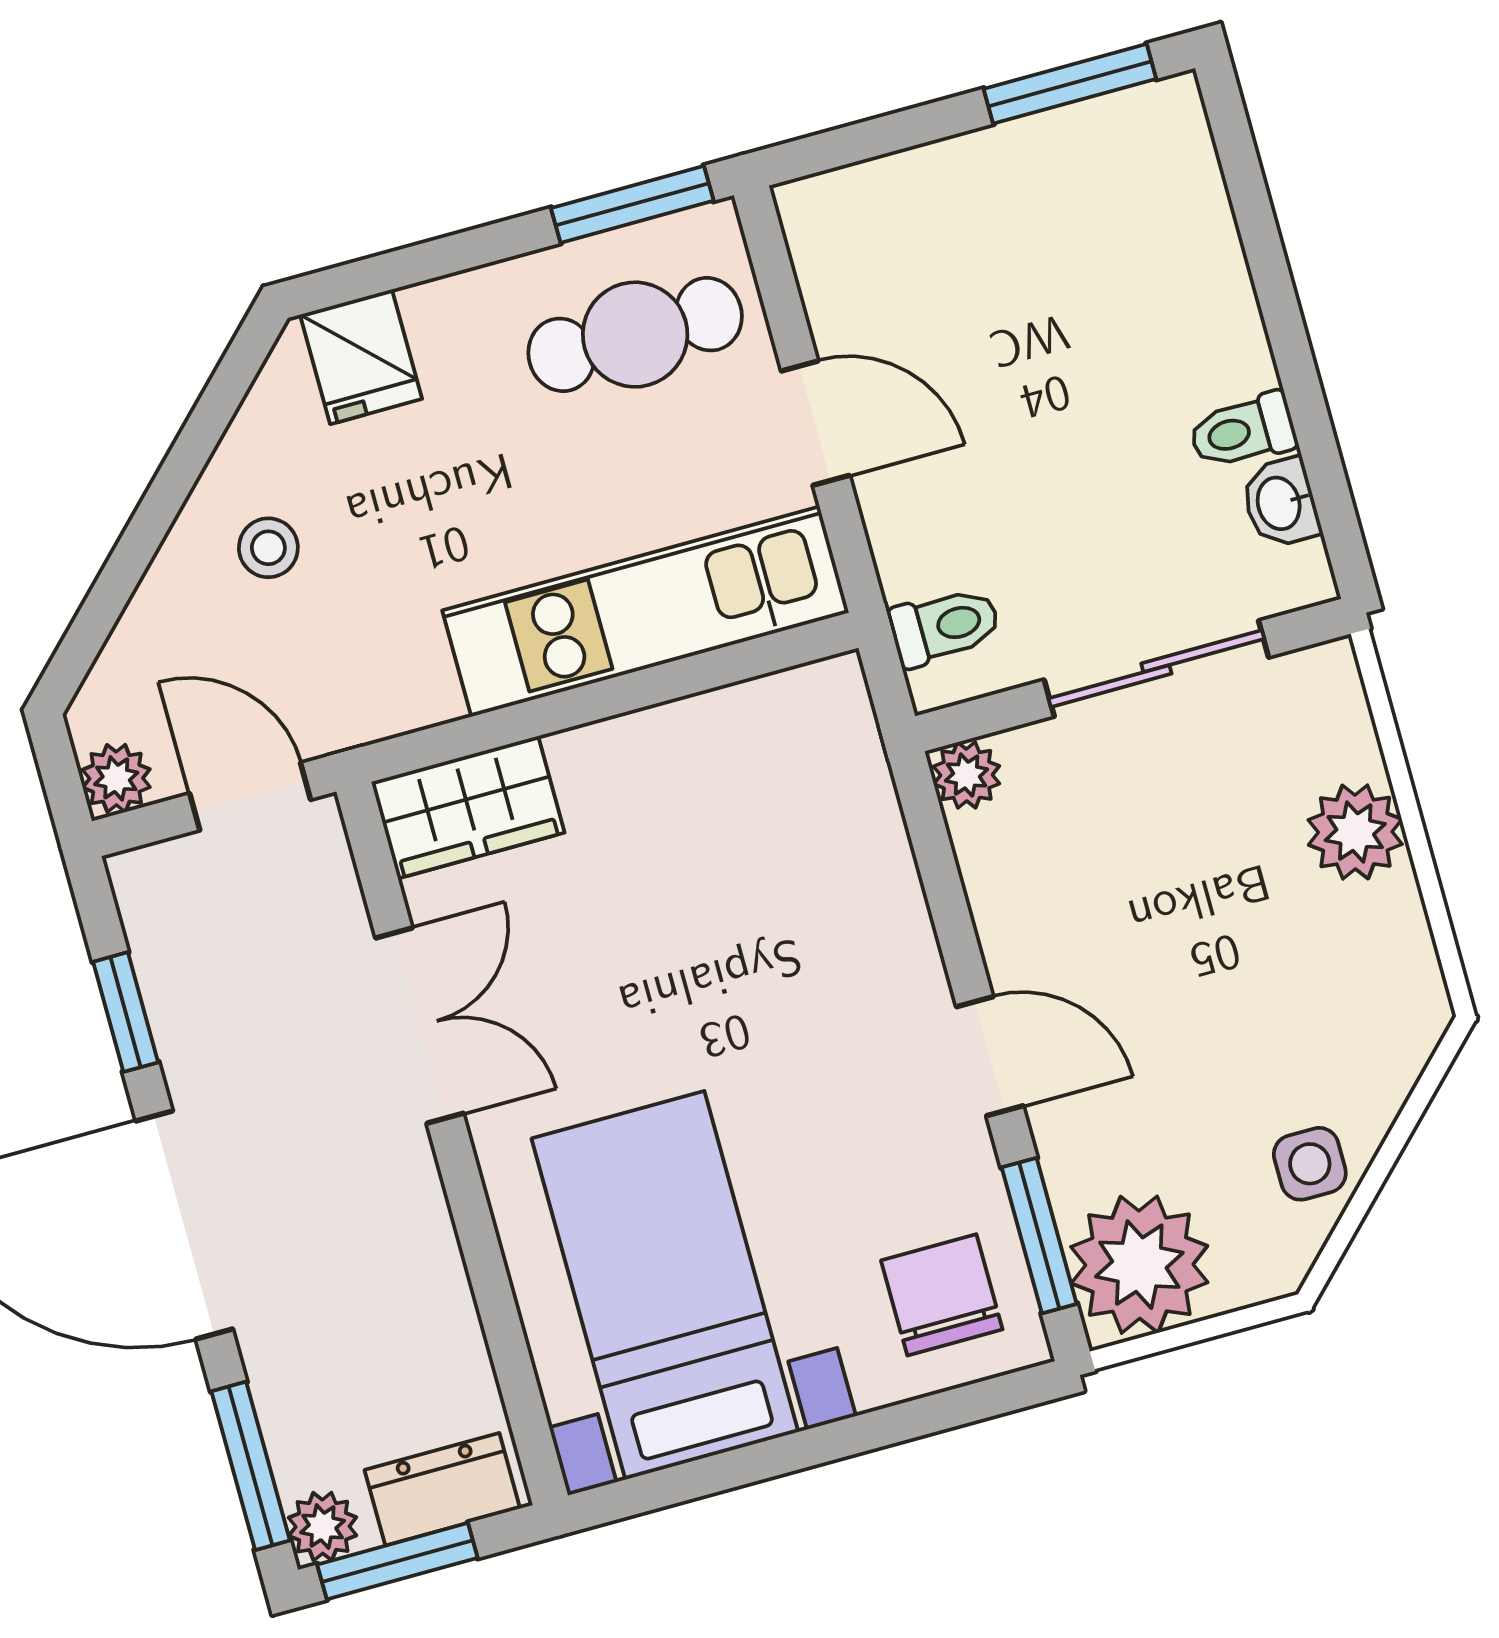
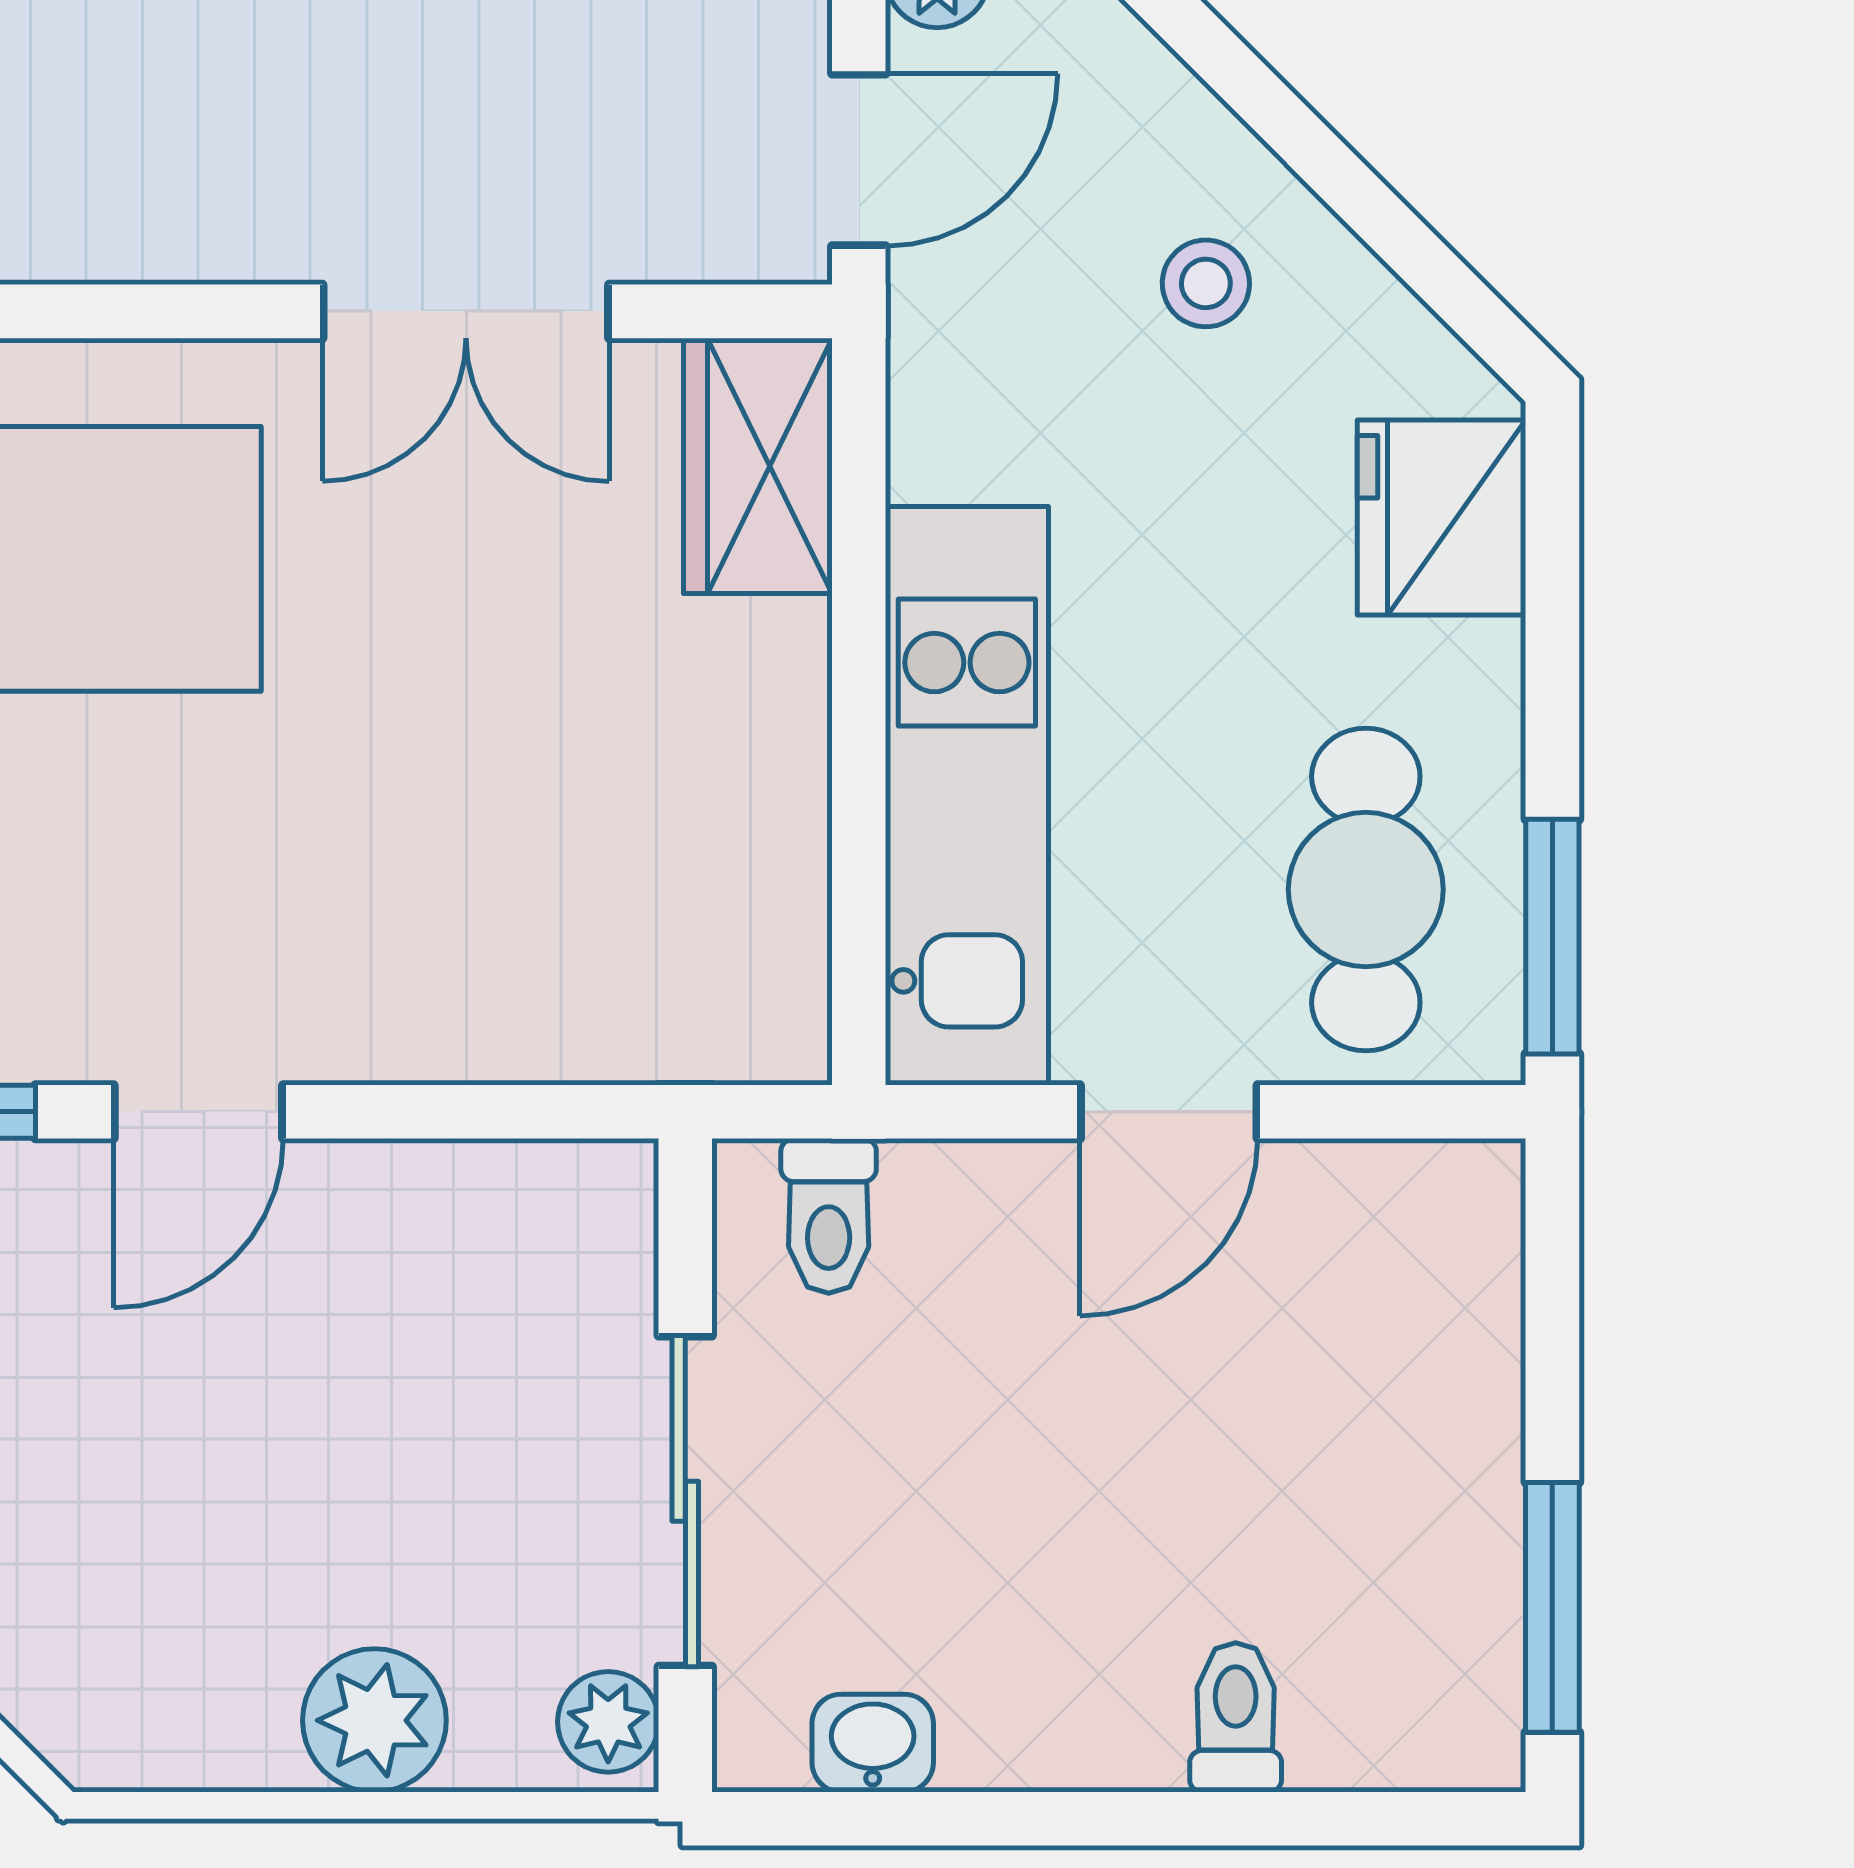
fridge: (361, 357) -> (1442, 518), width x1.38
toilet: (1243, 431) -> (1236, 1717), moved
plant: (967, 775) -> (608, 1722), moved

